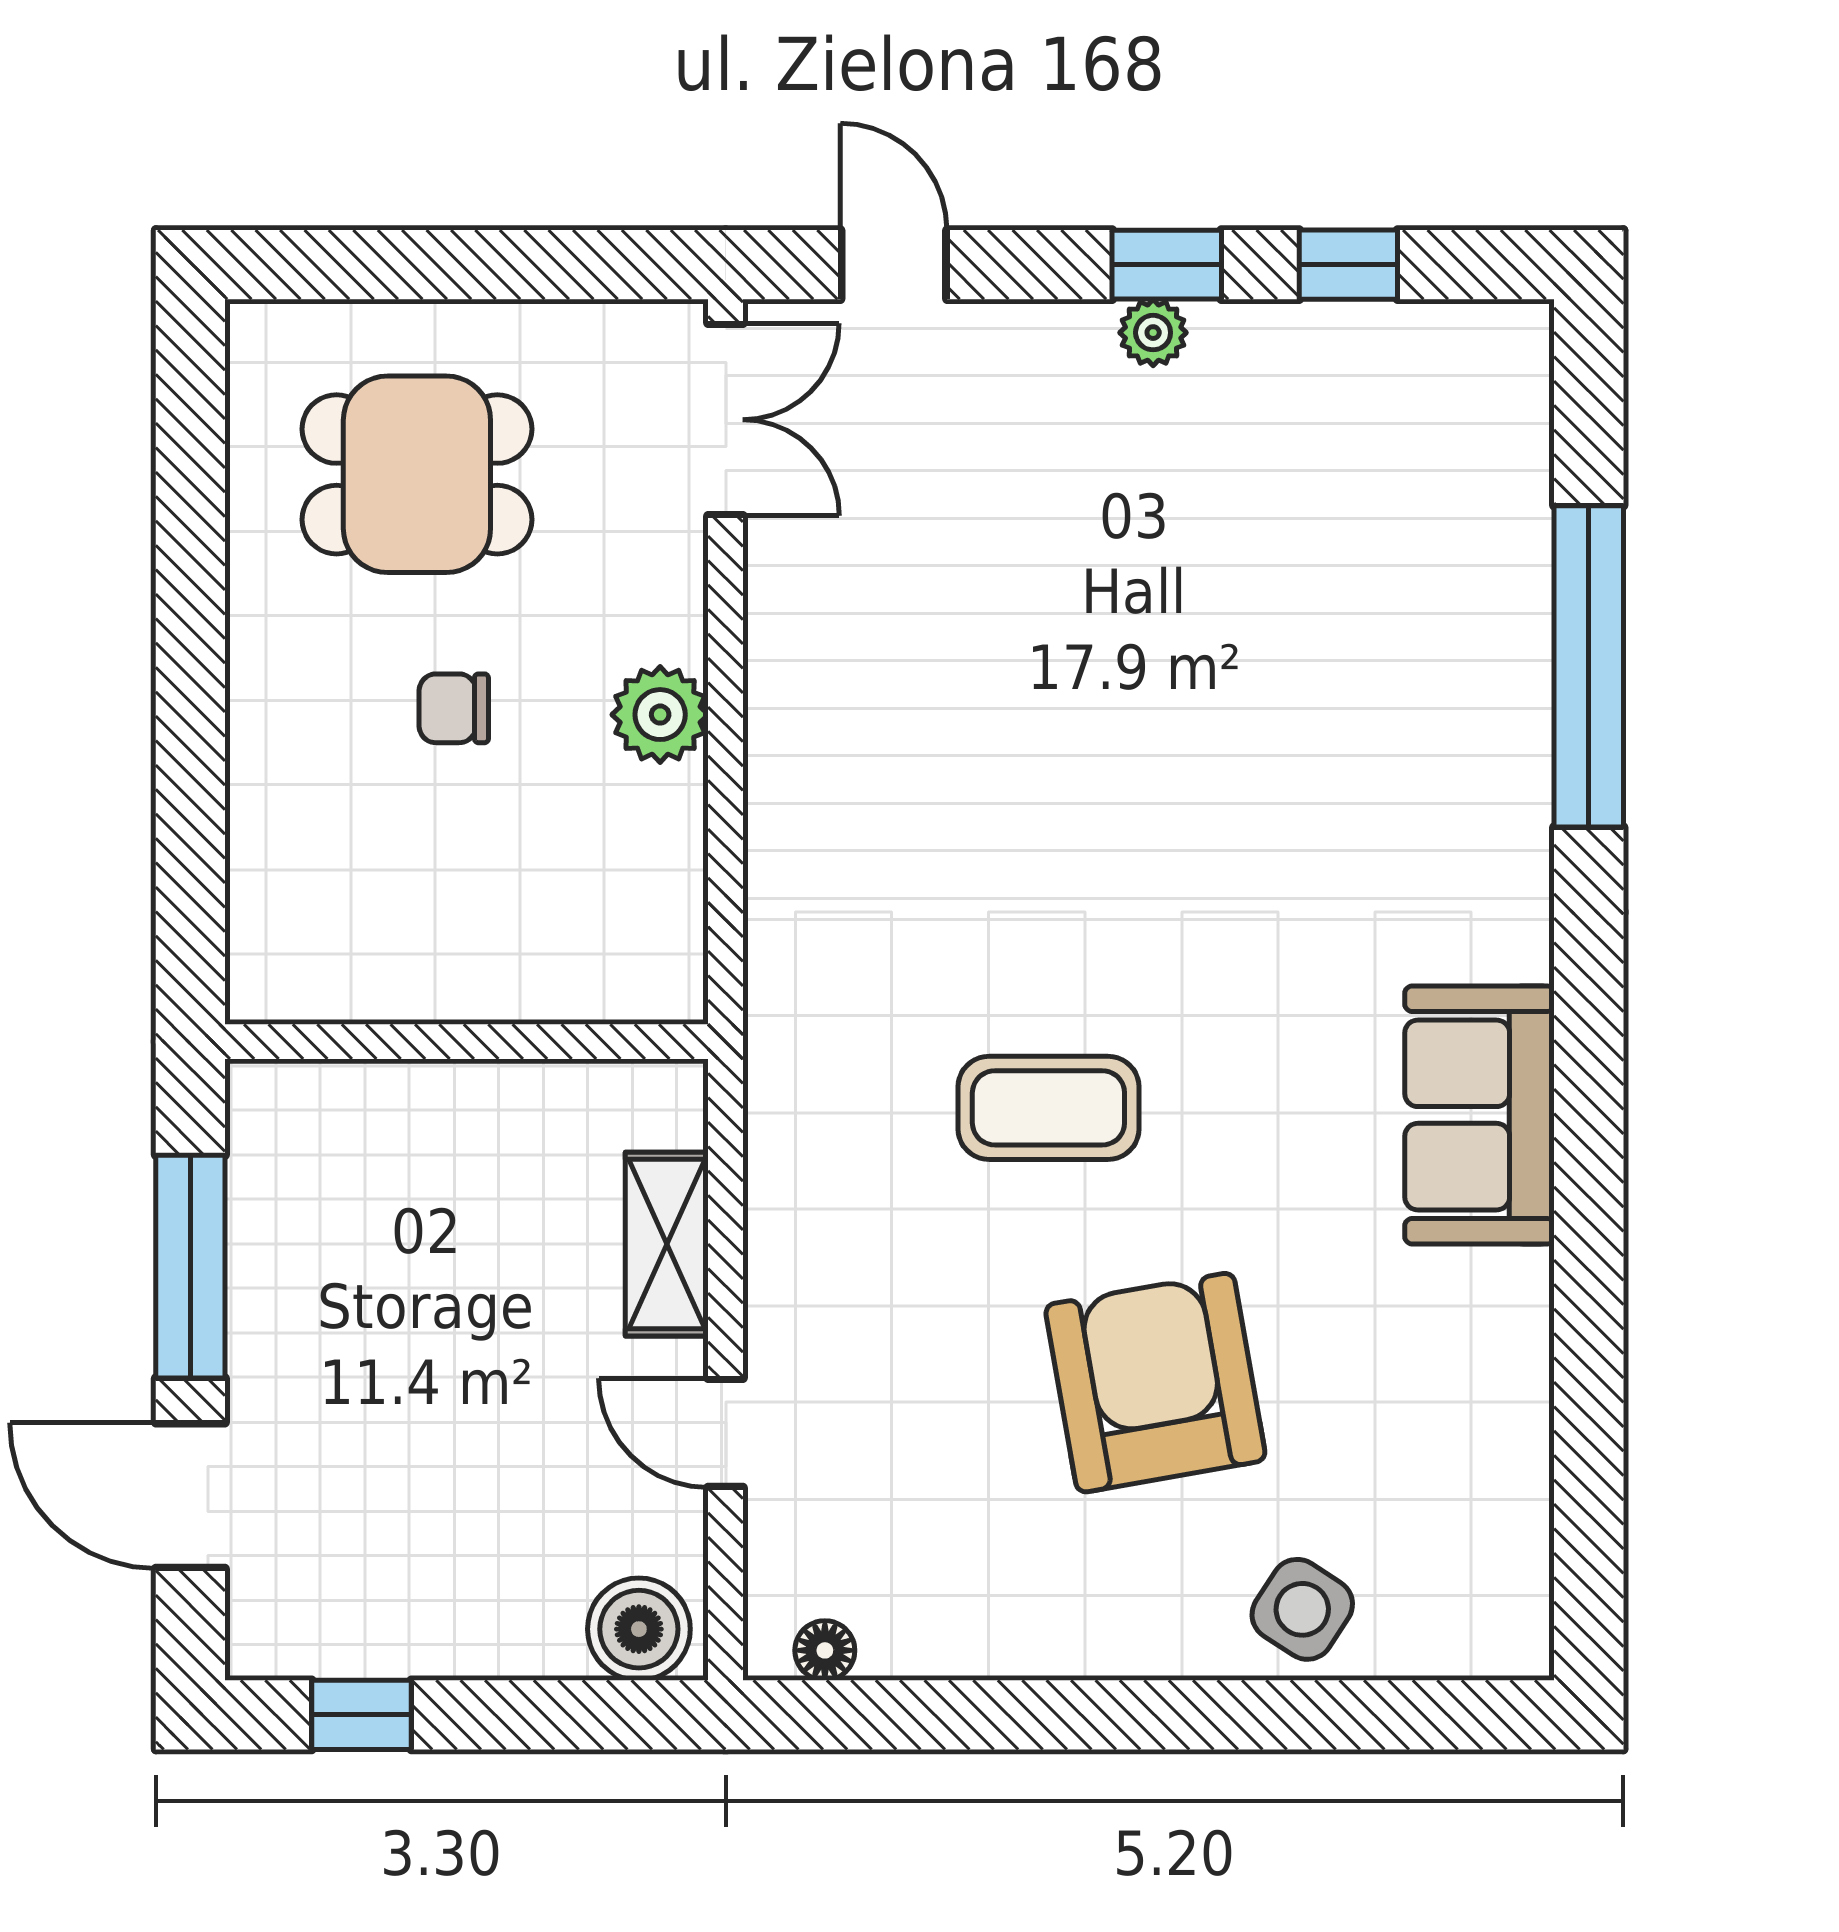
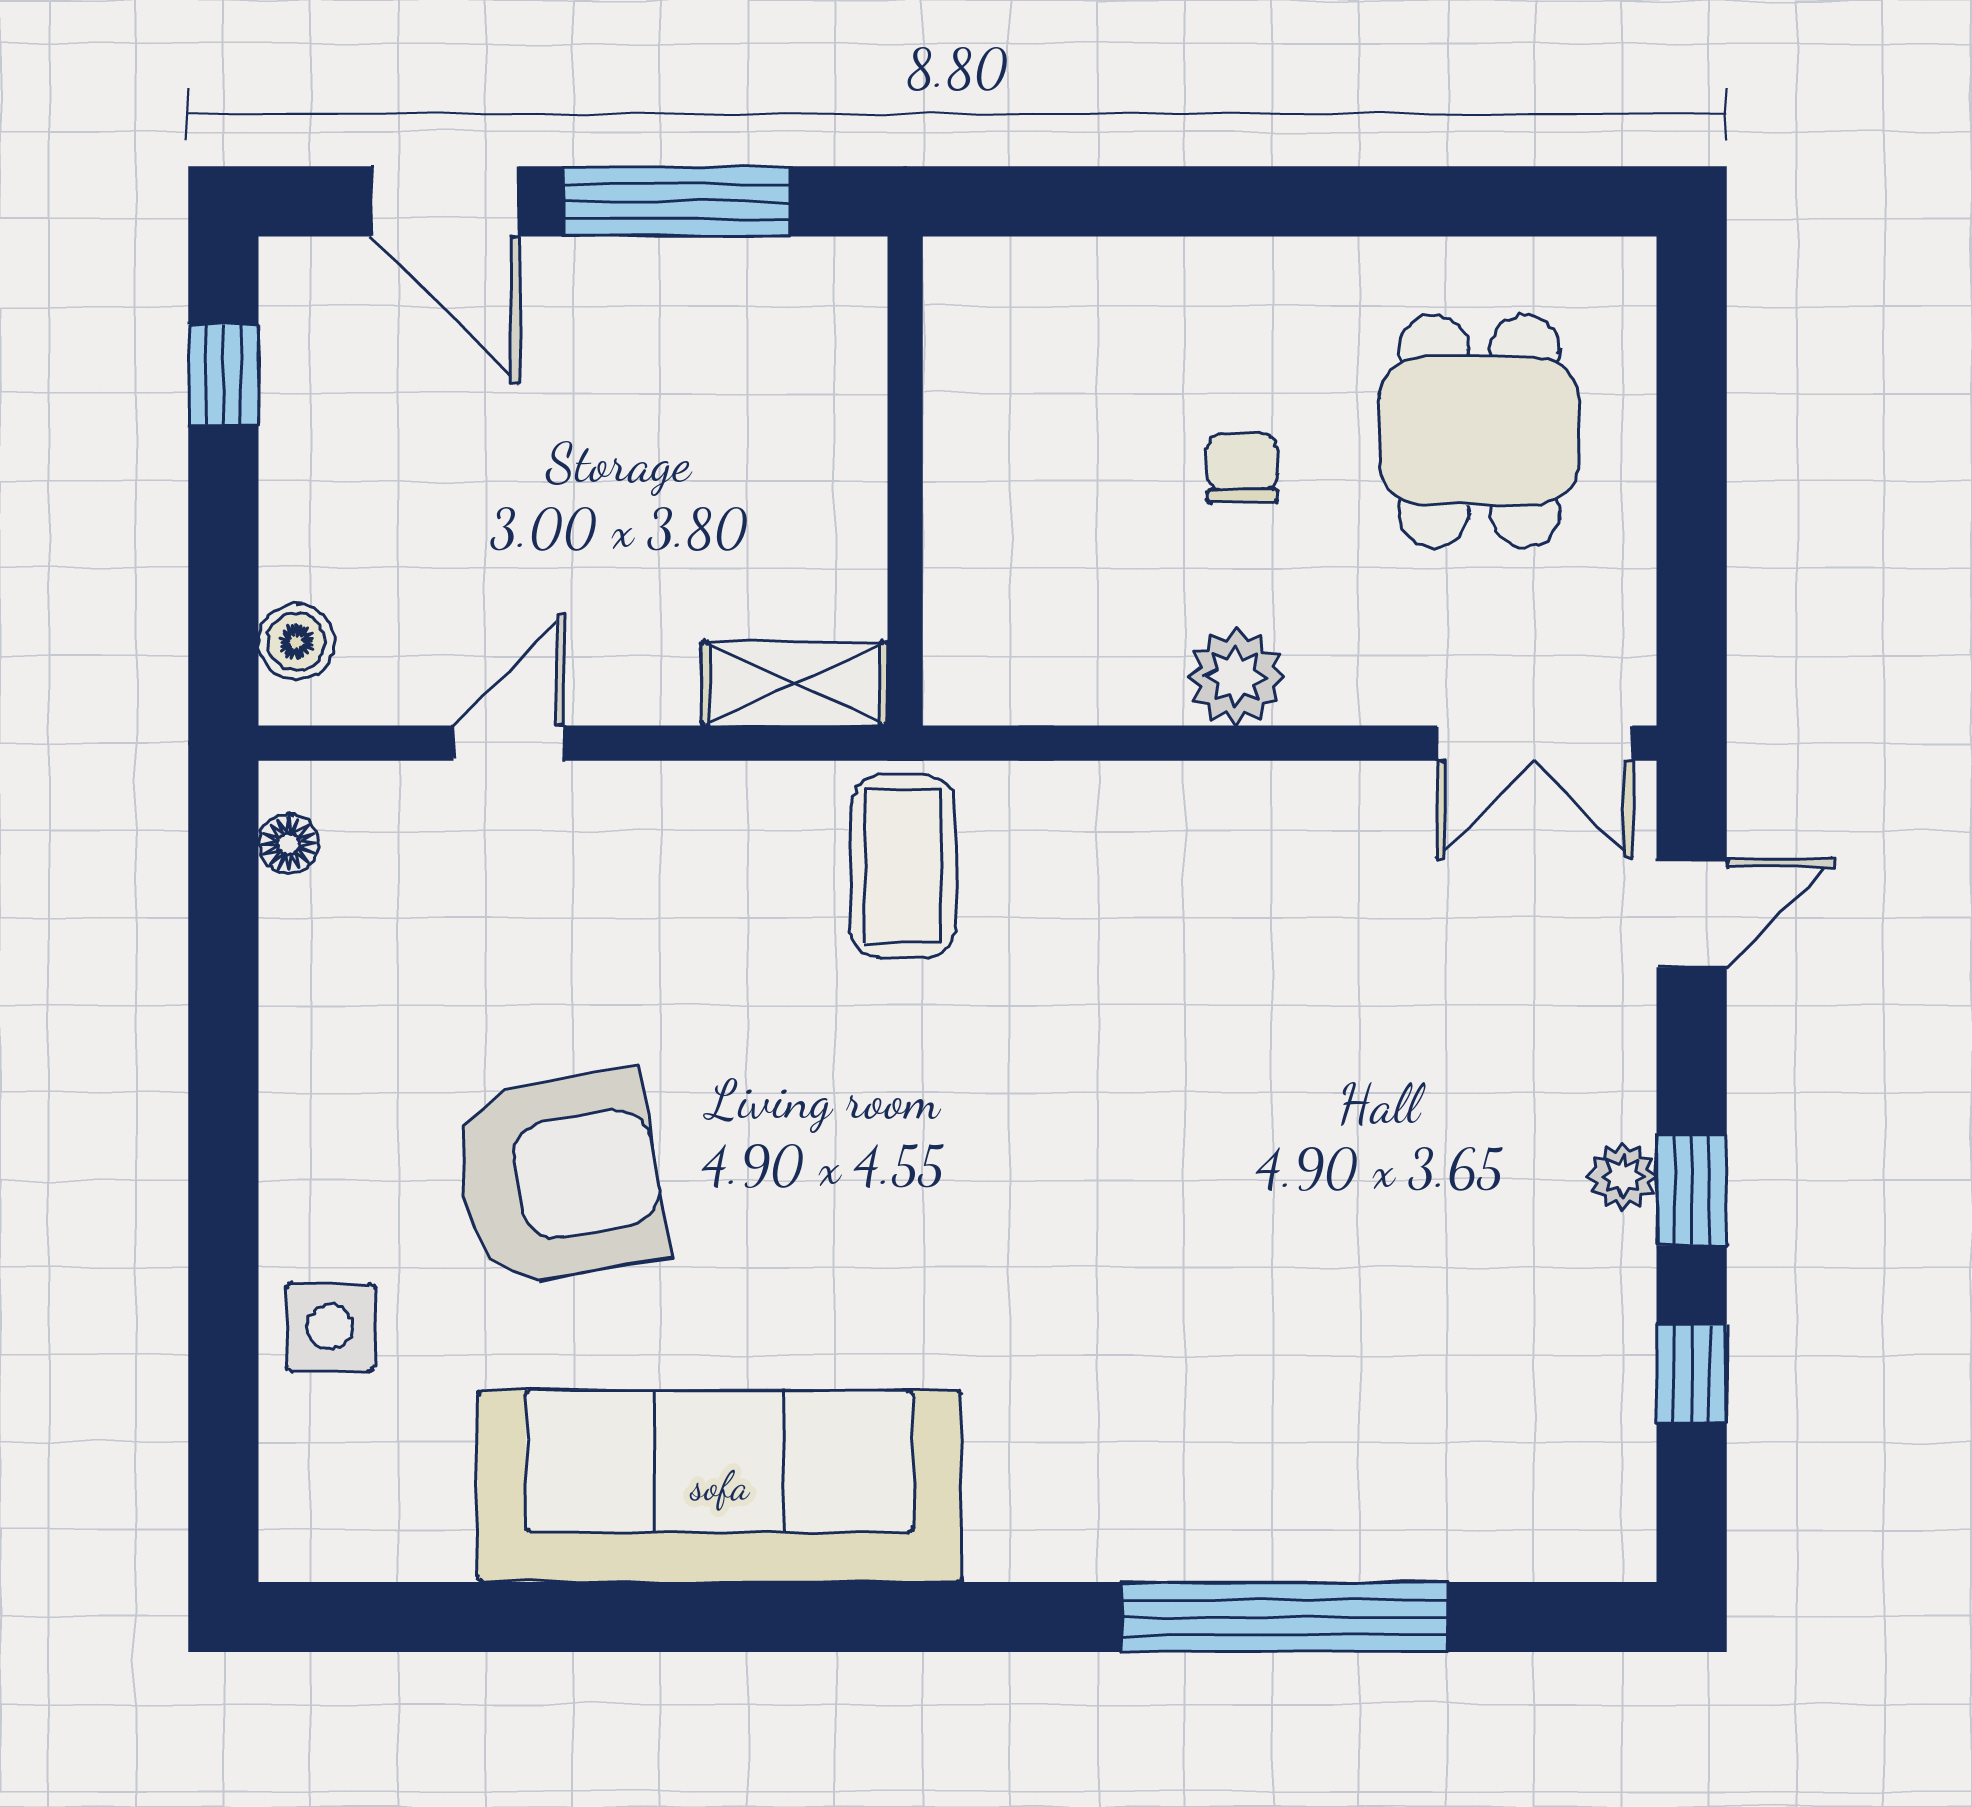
coffee table: (1048, 1108) -> (903, 866), moved
sofa: (1480, 1115) -> (720, 1486), width x1.85, depth x1.27
shelving: (667, 1244) -> (794, 684), moved
door: (190, 1496) -> (445, 201), swing flipped
side table: (1302, 1609) -> (330, 1327), turned -33
boiler: (639, 1629) -> (296, 642), width x0.73, depth x0.73

